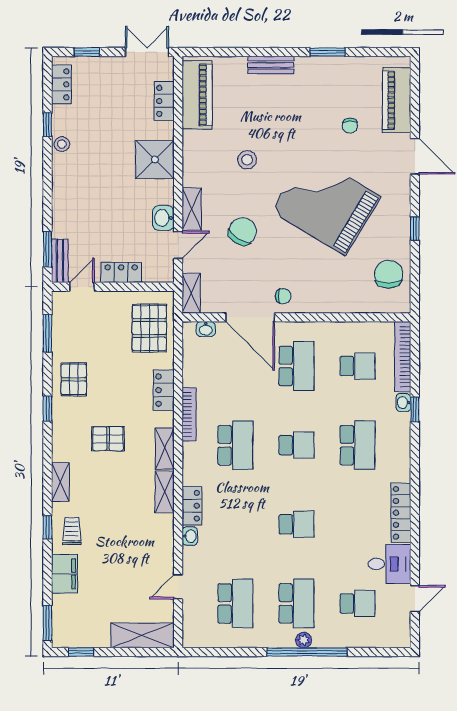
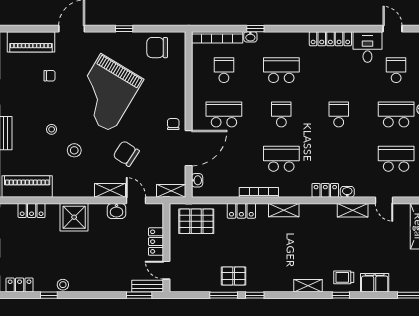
stool: (276, 128) -> (52, 129), added
window: (47, 333) -> (224, 295), moved
pallet: (108, 439) -> (277, 251), removed
shelving: (165, 492) -> (353, 210), moved

